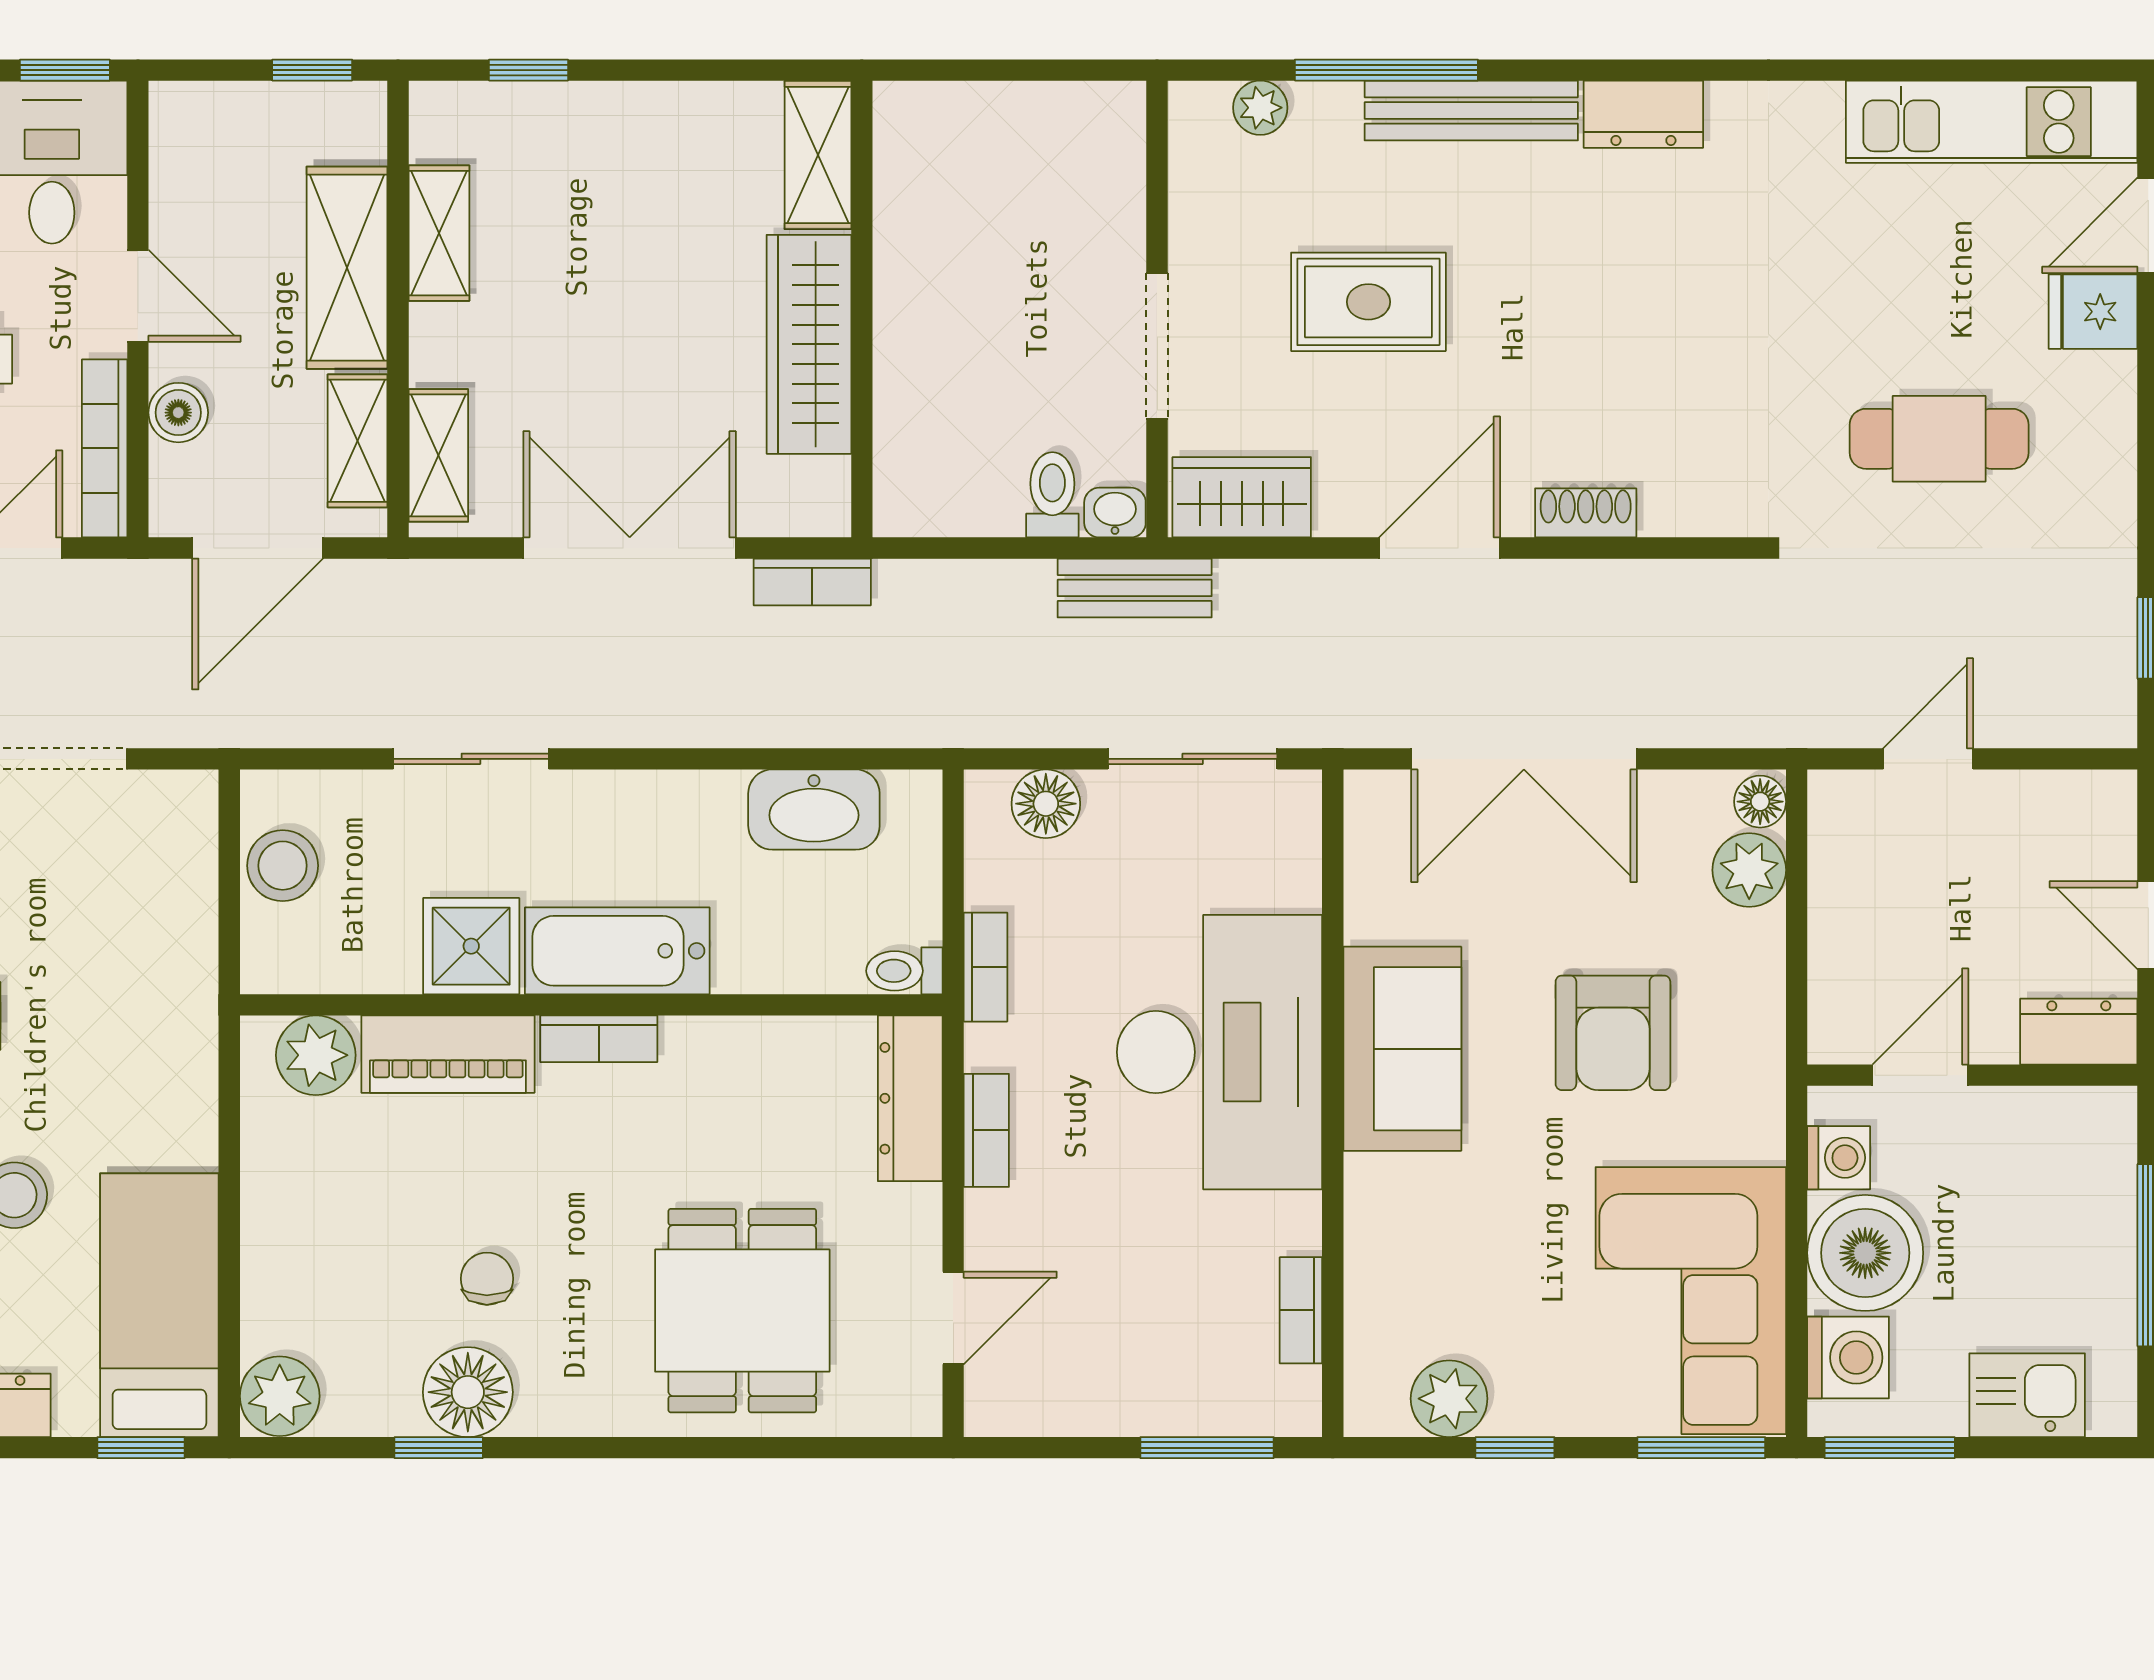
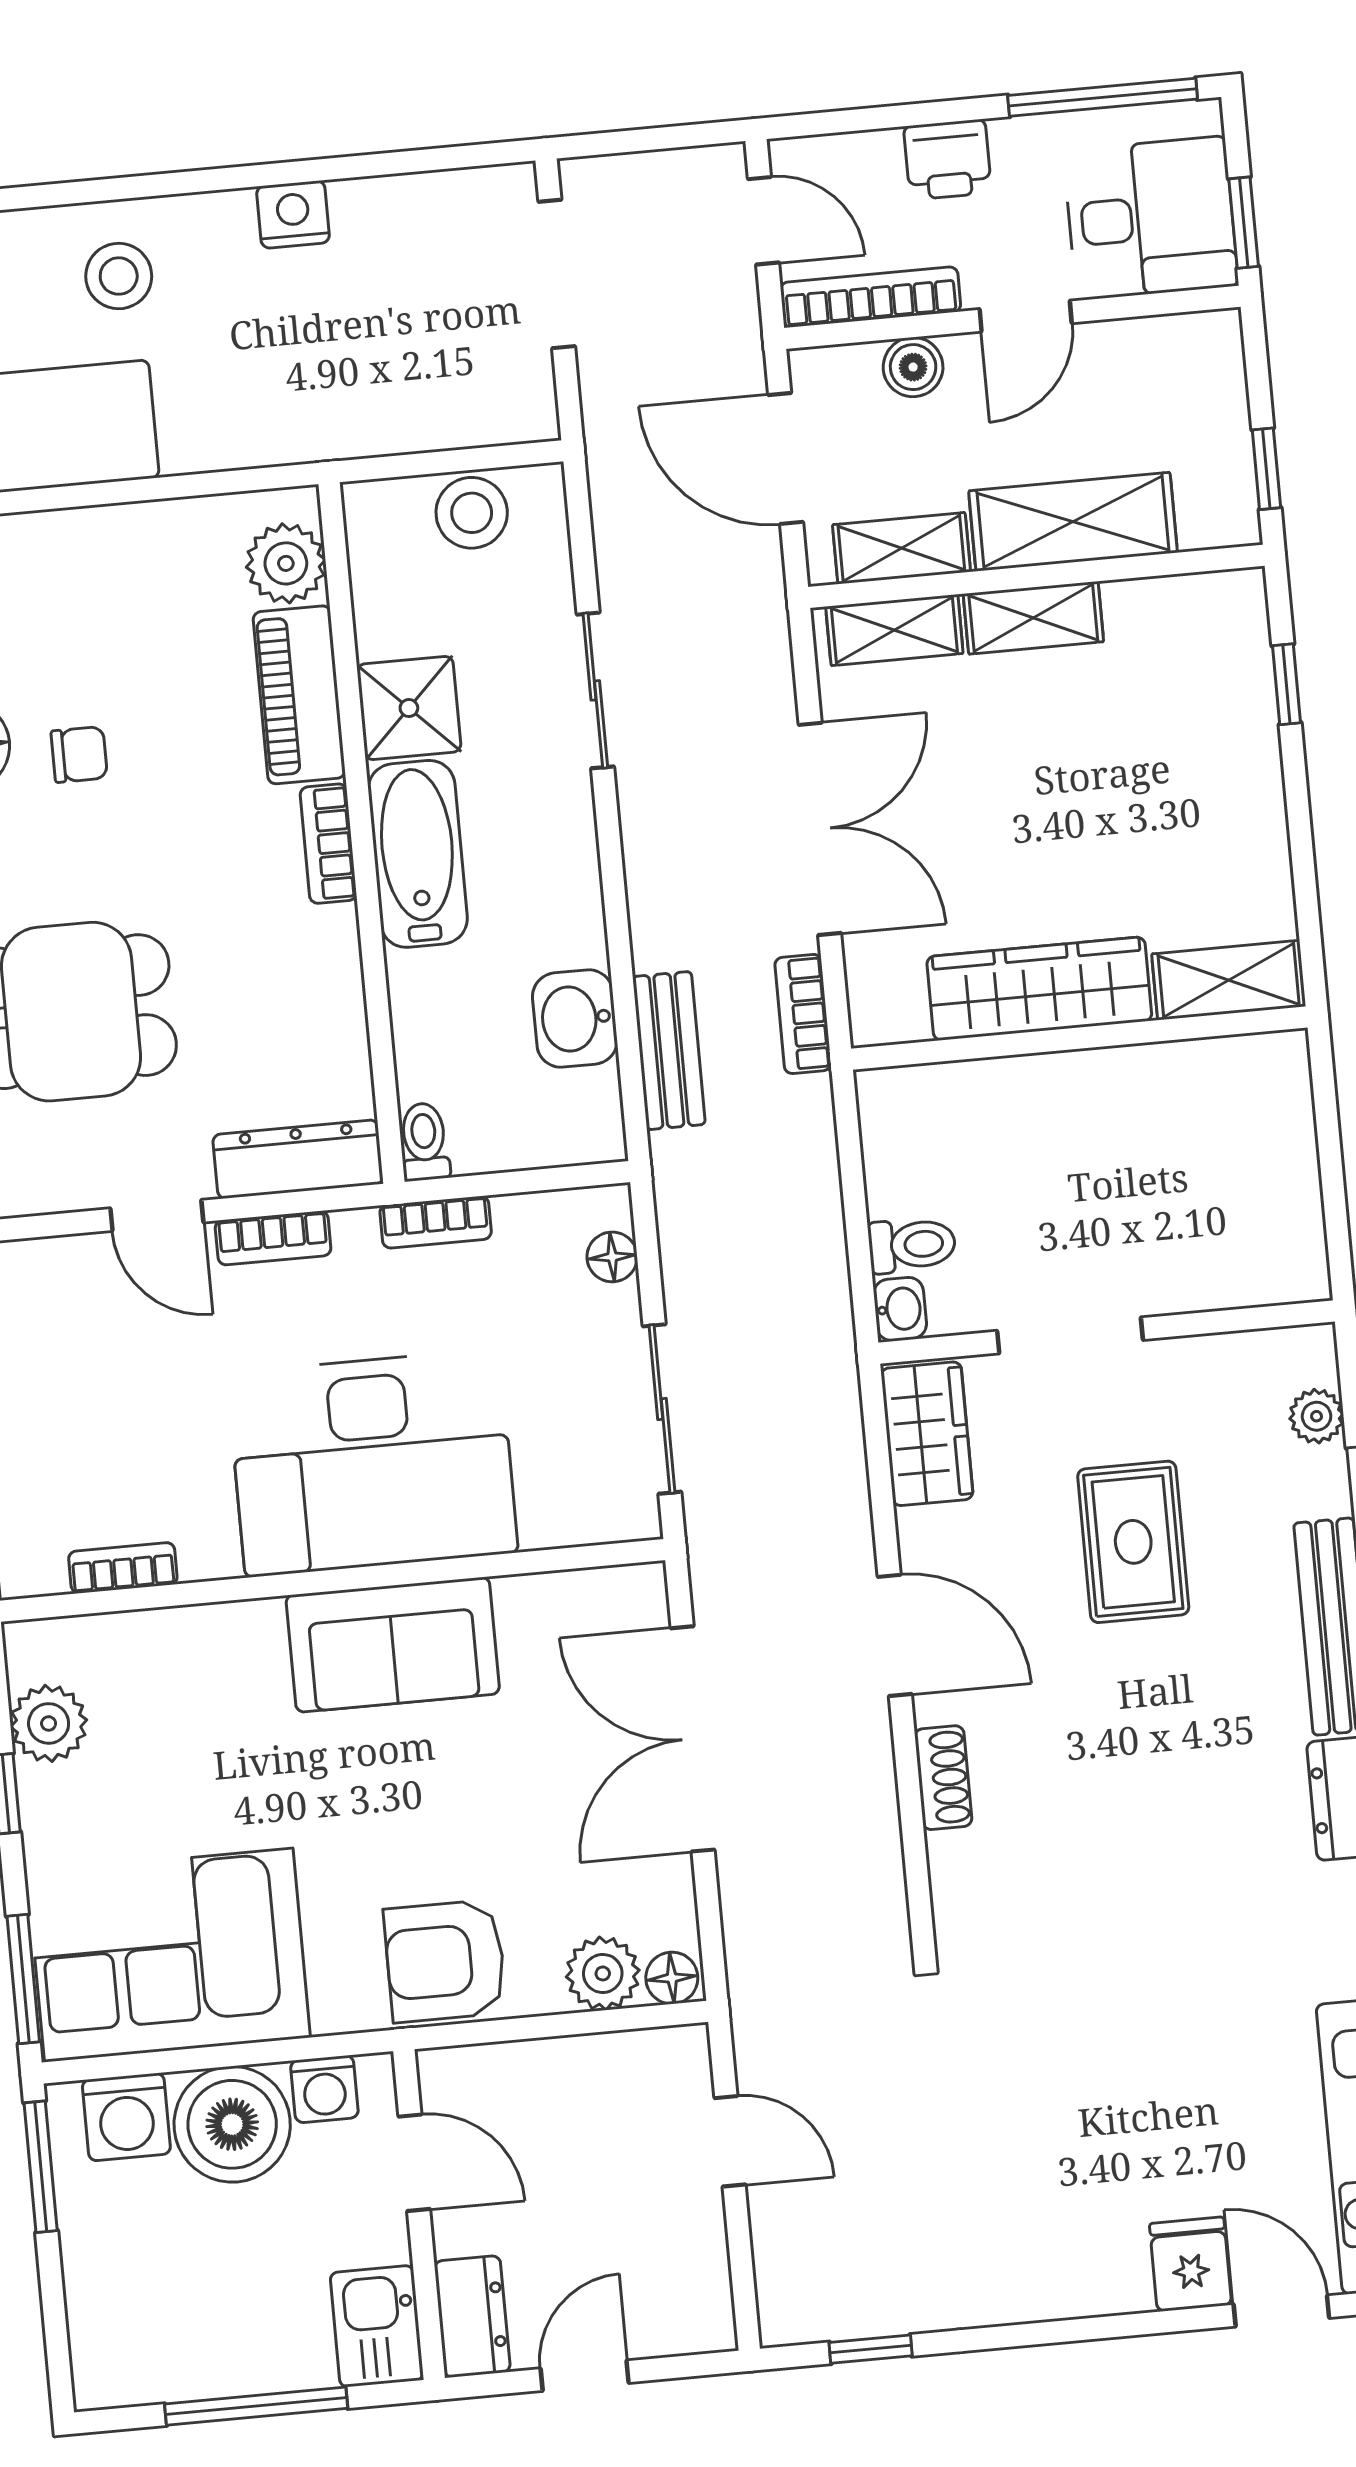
shelving: (439, 233) -> (1033, 618), moved
cafe table: (1939, 439) -> (1050, 2123), removed
bench: (1135, 588) -> (669, 1051), moved
floor lamp: (1046, 804) -> (612, 1257), width x0.73, depth x0.73
washbasin: (814, 810) -> (575, 1018), width x0.72
armchair: (1613, 1033) -> (445, 1961), moved
door: (953, 1318) -> (157, 1215), moved
kitchen sink: (2027, 1395) -> (377, 2326), moved, turned 180

